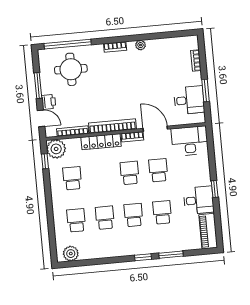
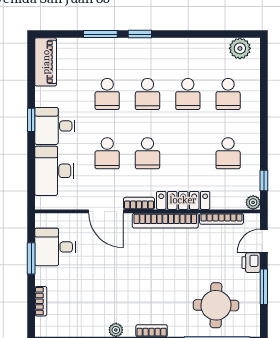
door: (41, 118) -> (264, 241), hinge flipped
desk: (190, 141) -> (54, 171), moved, turned 90
plant: (56, 149) -> (253, 202), width x0.53, depth x0.53
desk: (199, 200) -> (55, 126), moved

